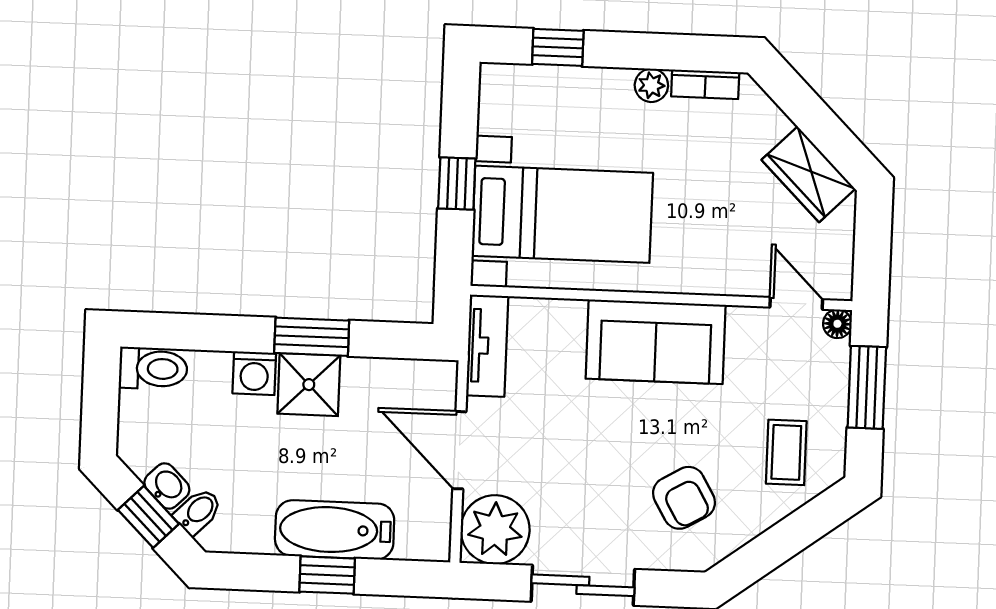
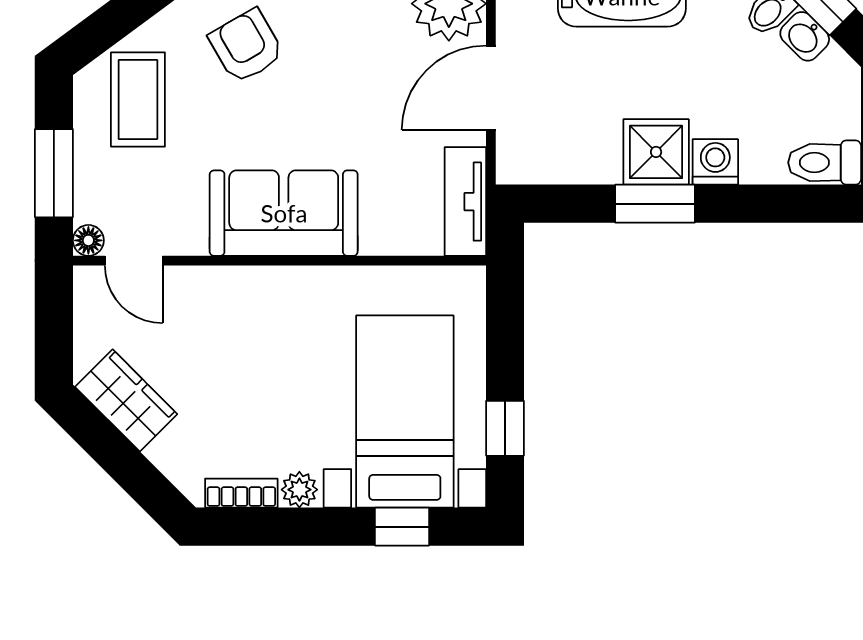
window: (457, 183) -> (505, 428), moved
bed with nightstands: (562, 214) -> (405, 411), moved, turned 90
door: (459, 450) -> (491, 88), swing flipped
coffee table: (786, 452) -> (138, 99), width x1.36, depth x1.30

